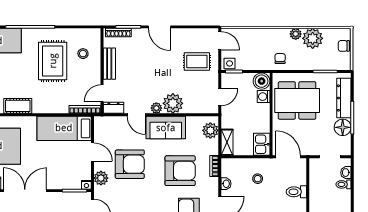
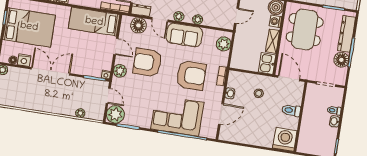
dining table: (297, 100) -> (305, 30), turned 90
plant: (173, 103) -> (198, 20), width x0.53, depth x0.53
floor lamp: (113, 125) -> (138, 25), added
shelving: (227, 142) -> (273, 41), moved
armchair: (130, 164) -> (147, 63), turned 180
washbasin: (346, 173) -> (335, 121), moved

